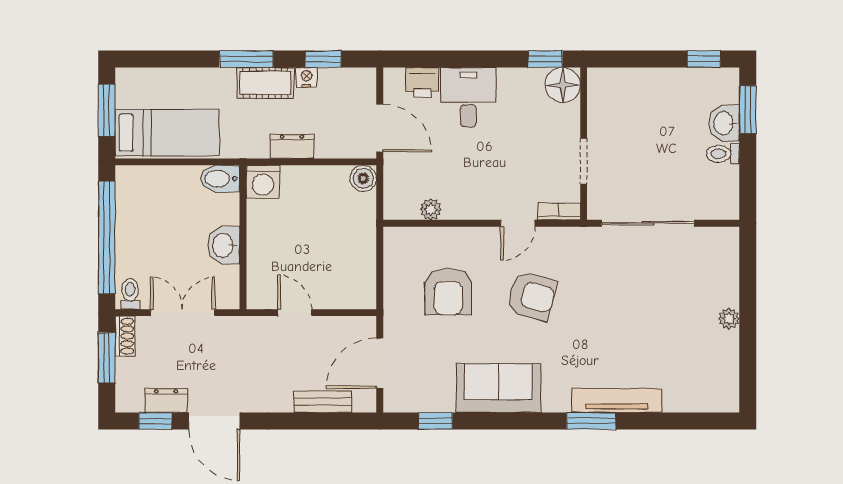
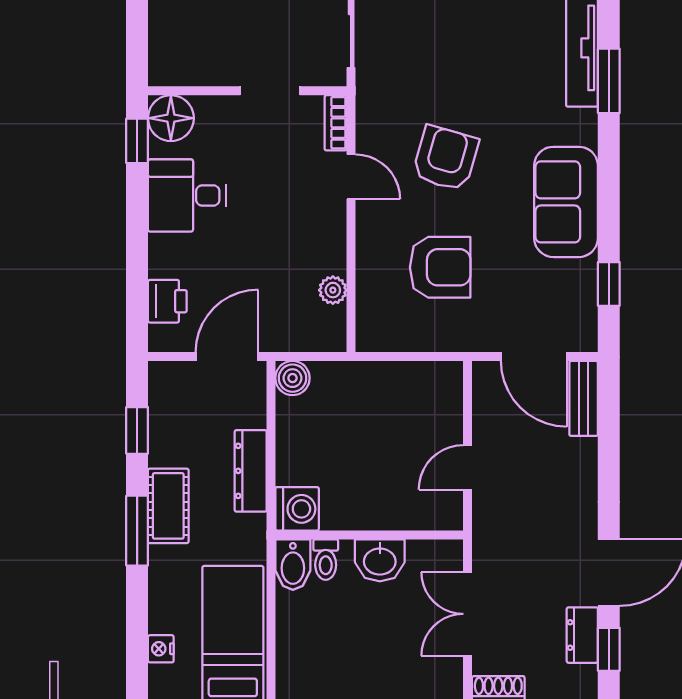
nightstand: (307, 77) -> (161, 649), moved
desk: (468, 97) -> (187, 196), moved
dresser: (292, 146) -> (251, 471), width x1.44
toilet: (130, 294) -> (326, 560), moved, turned -90
bench: (323, 402) -> (584, 398), moved

